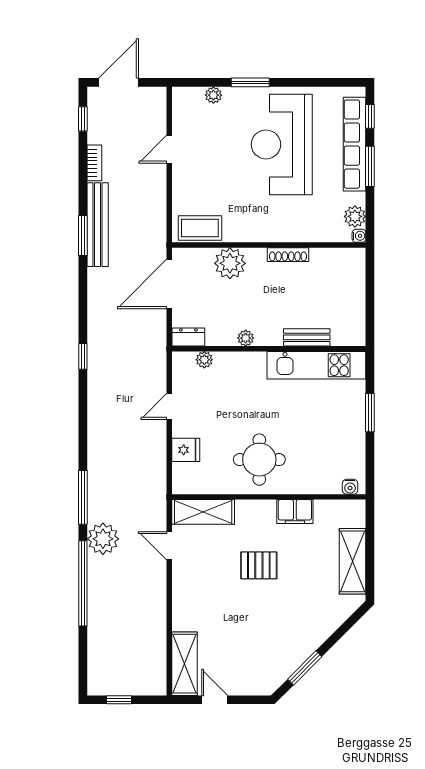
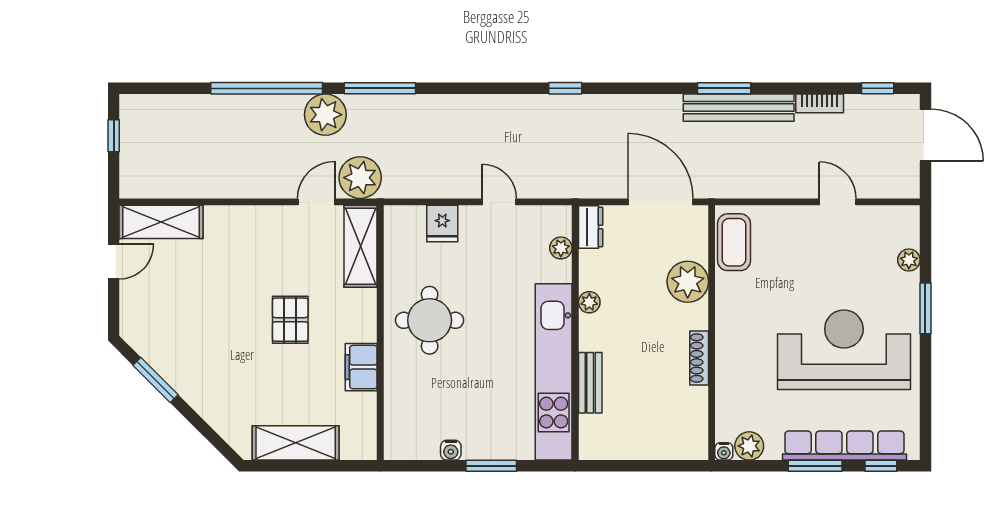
kitchen unit: (316, 365) -> (554, 372), width x1.36
water cooler: (350, 487) -> (451, 450), moved, turned -90
plant: (151, 512) -> (360, 178), added

